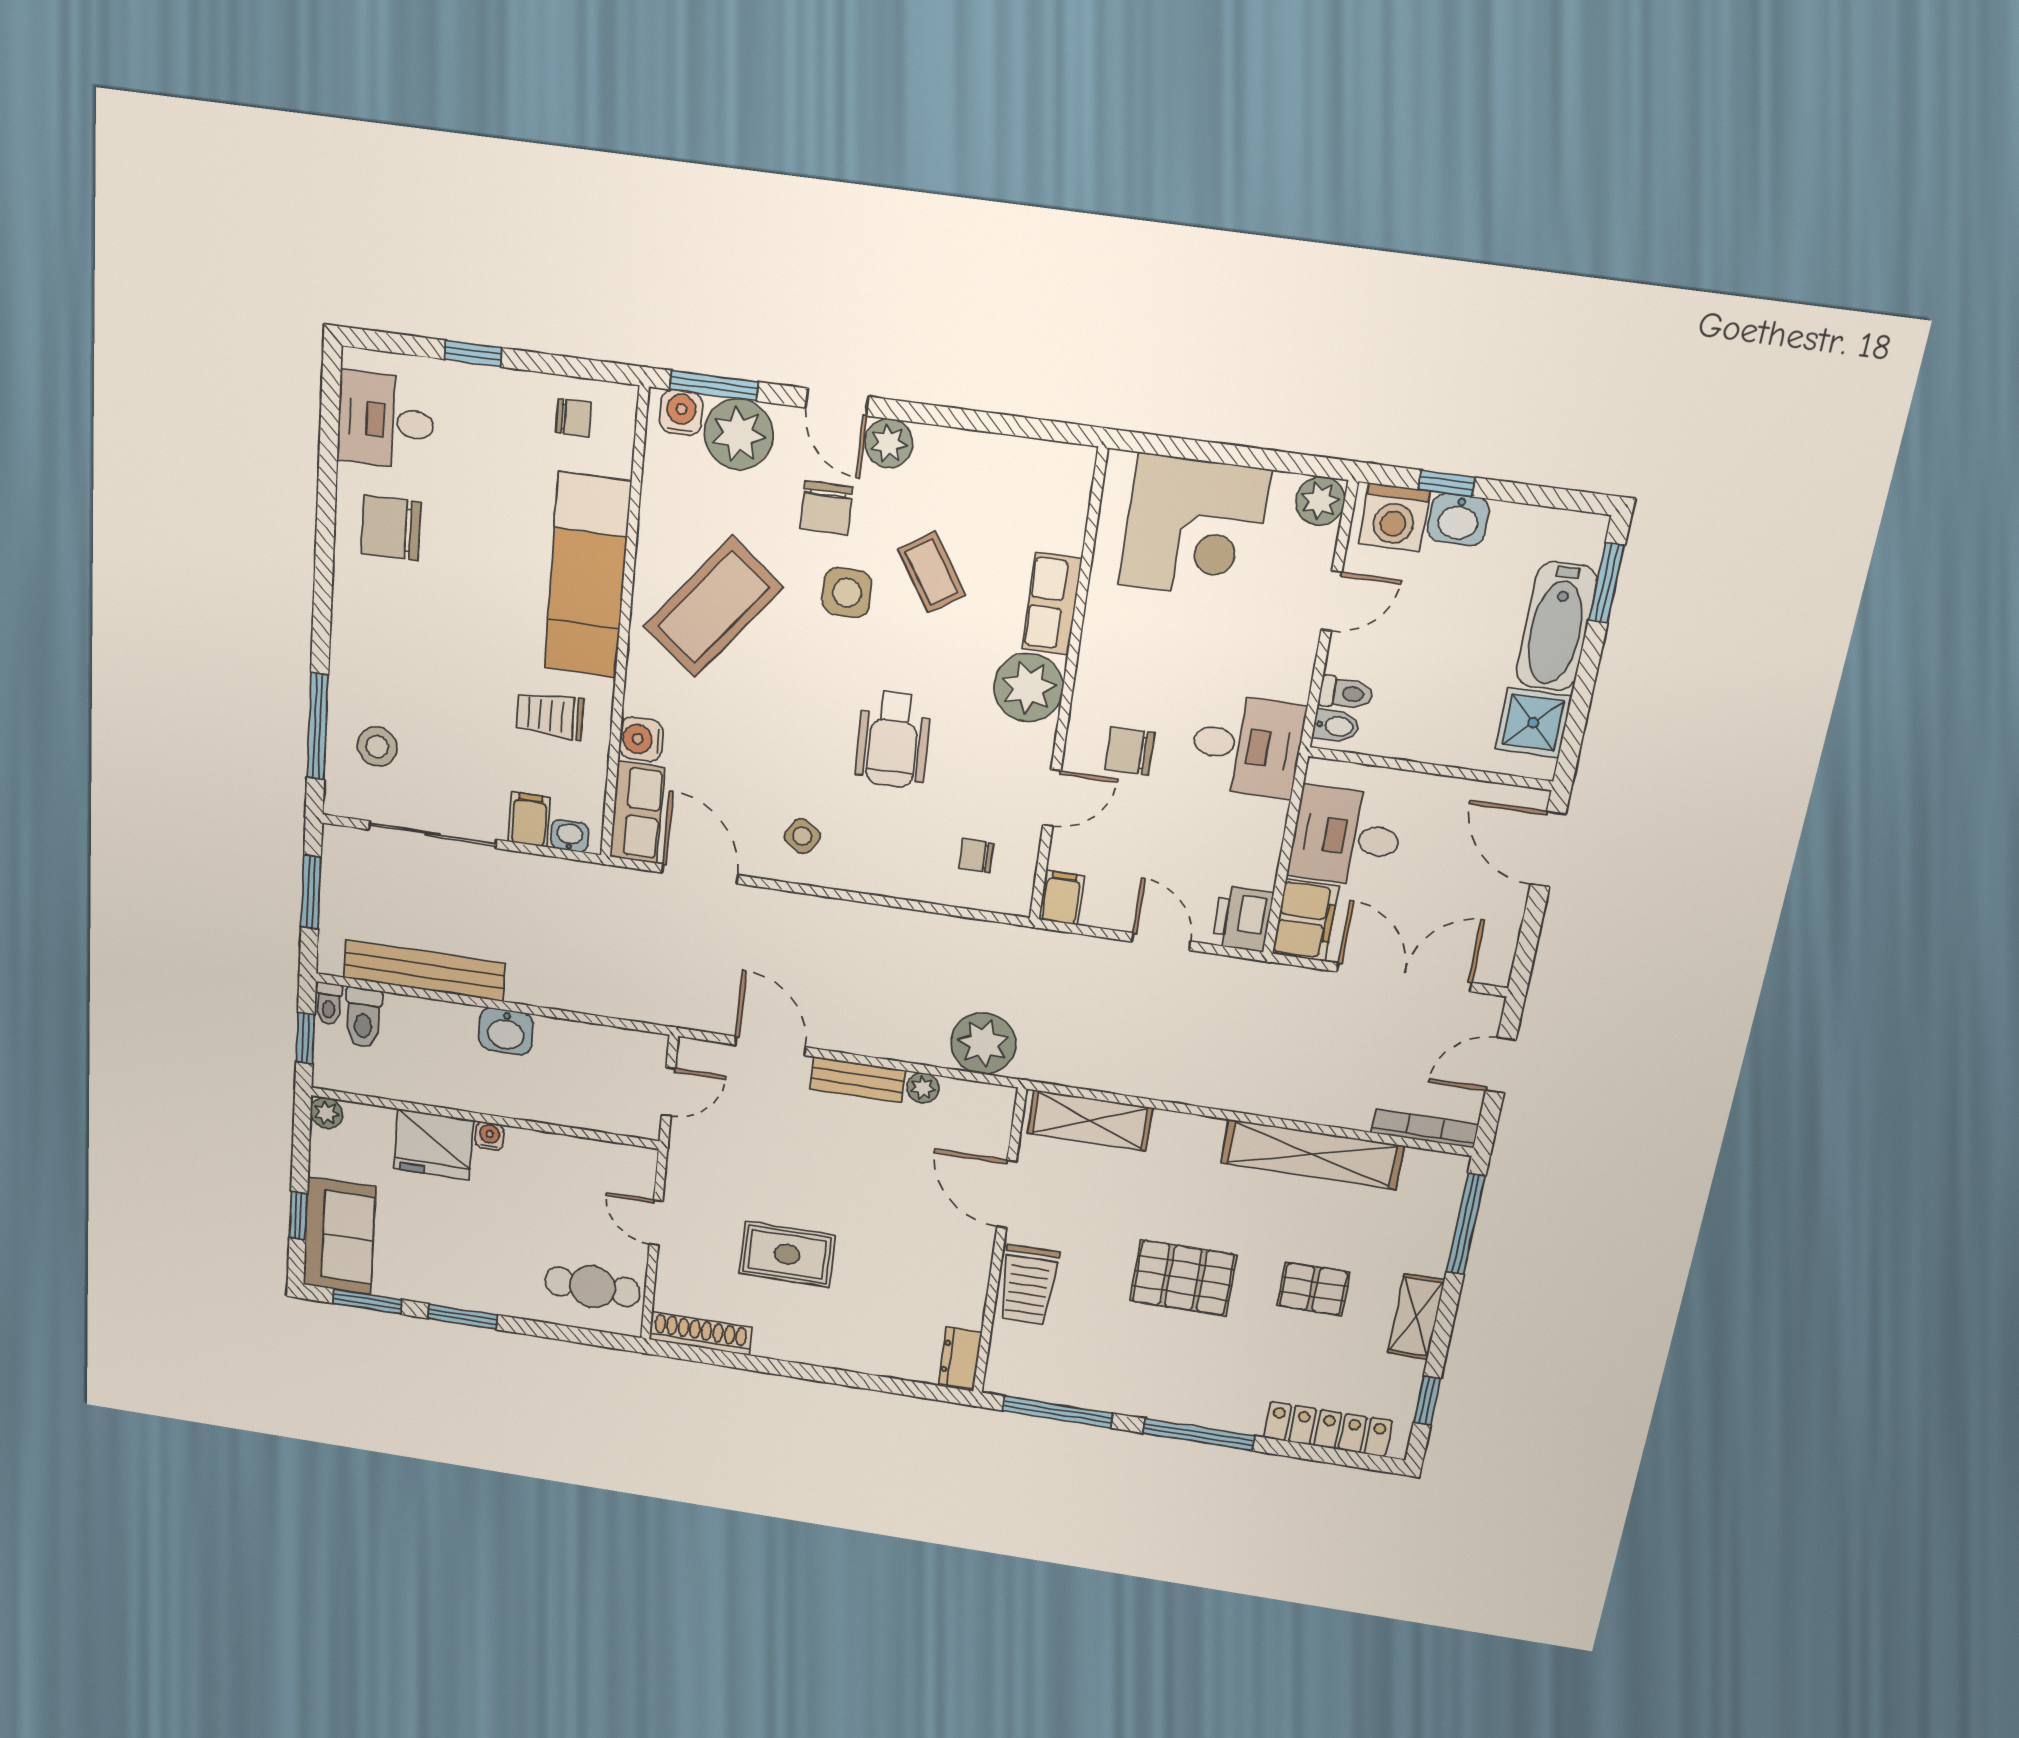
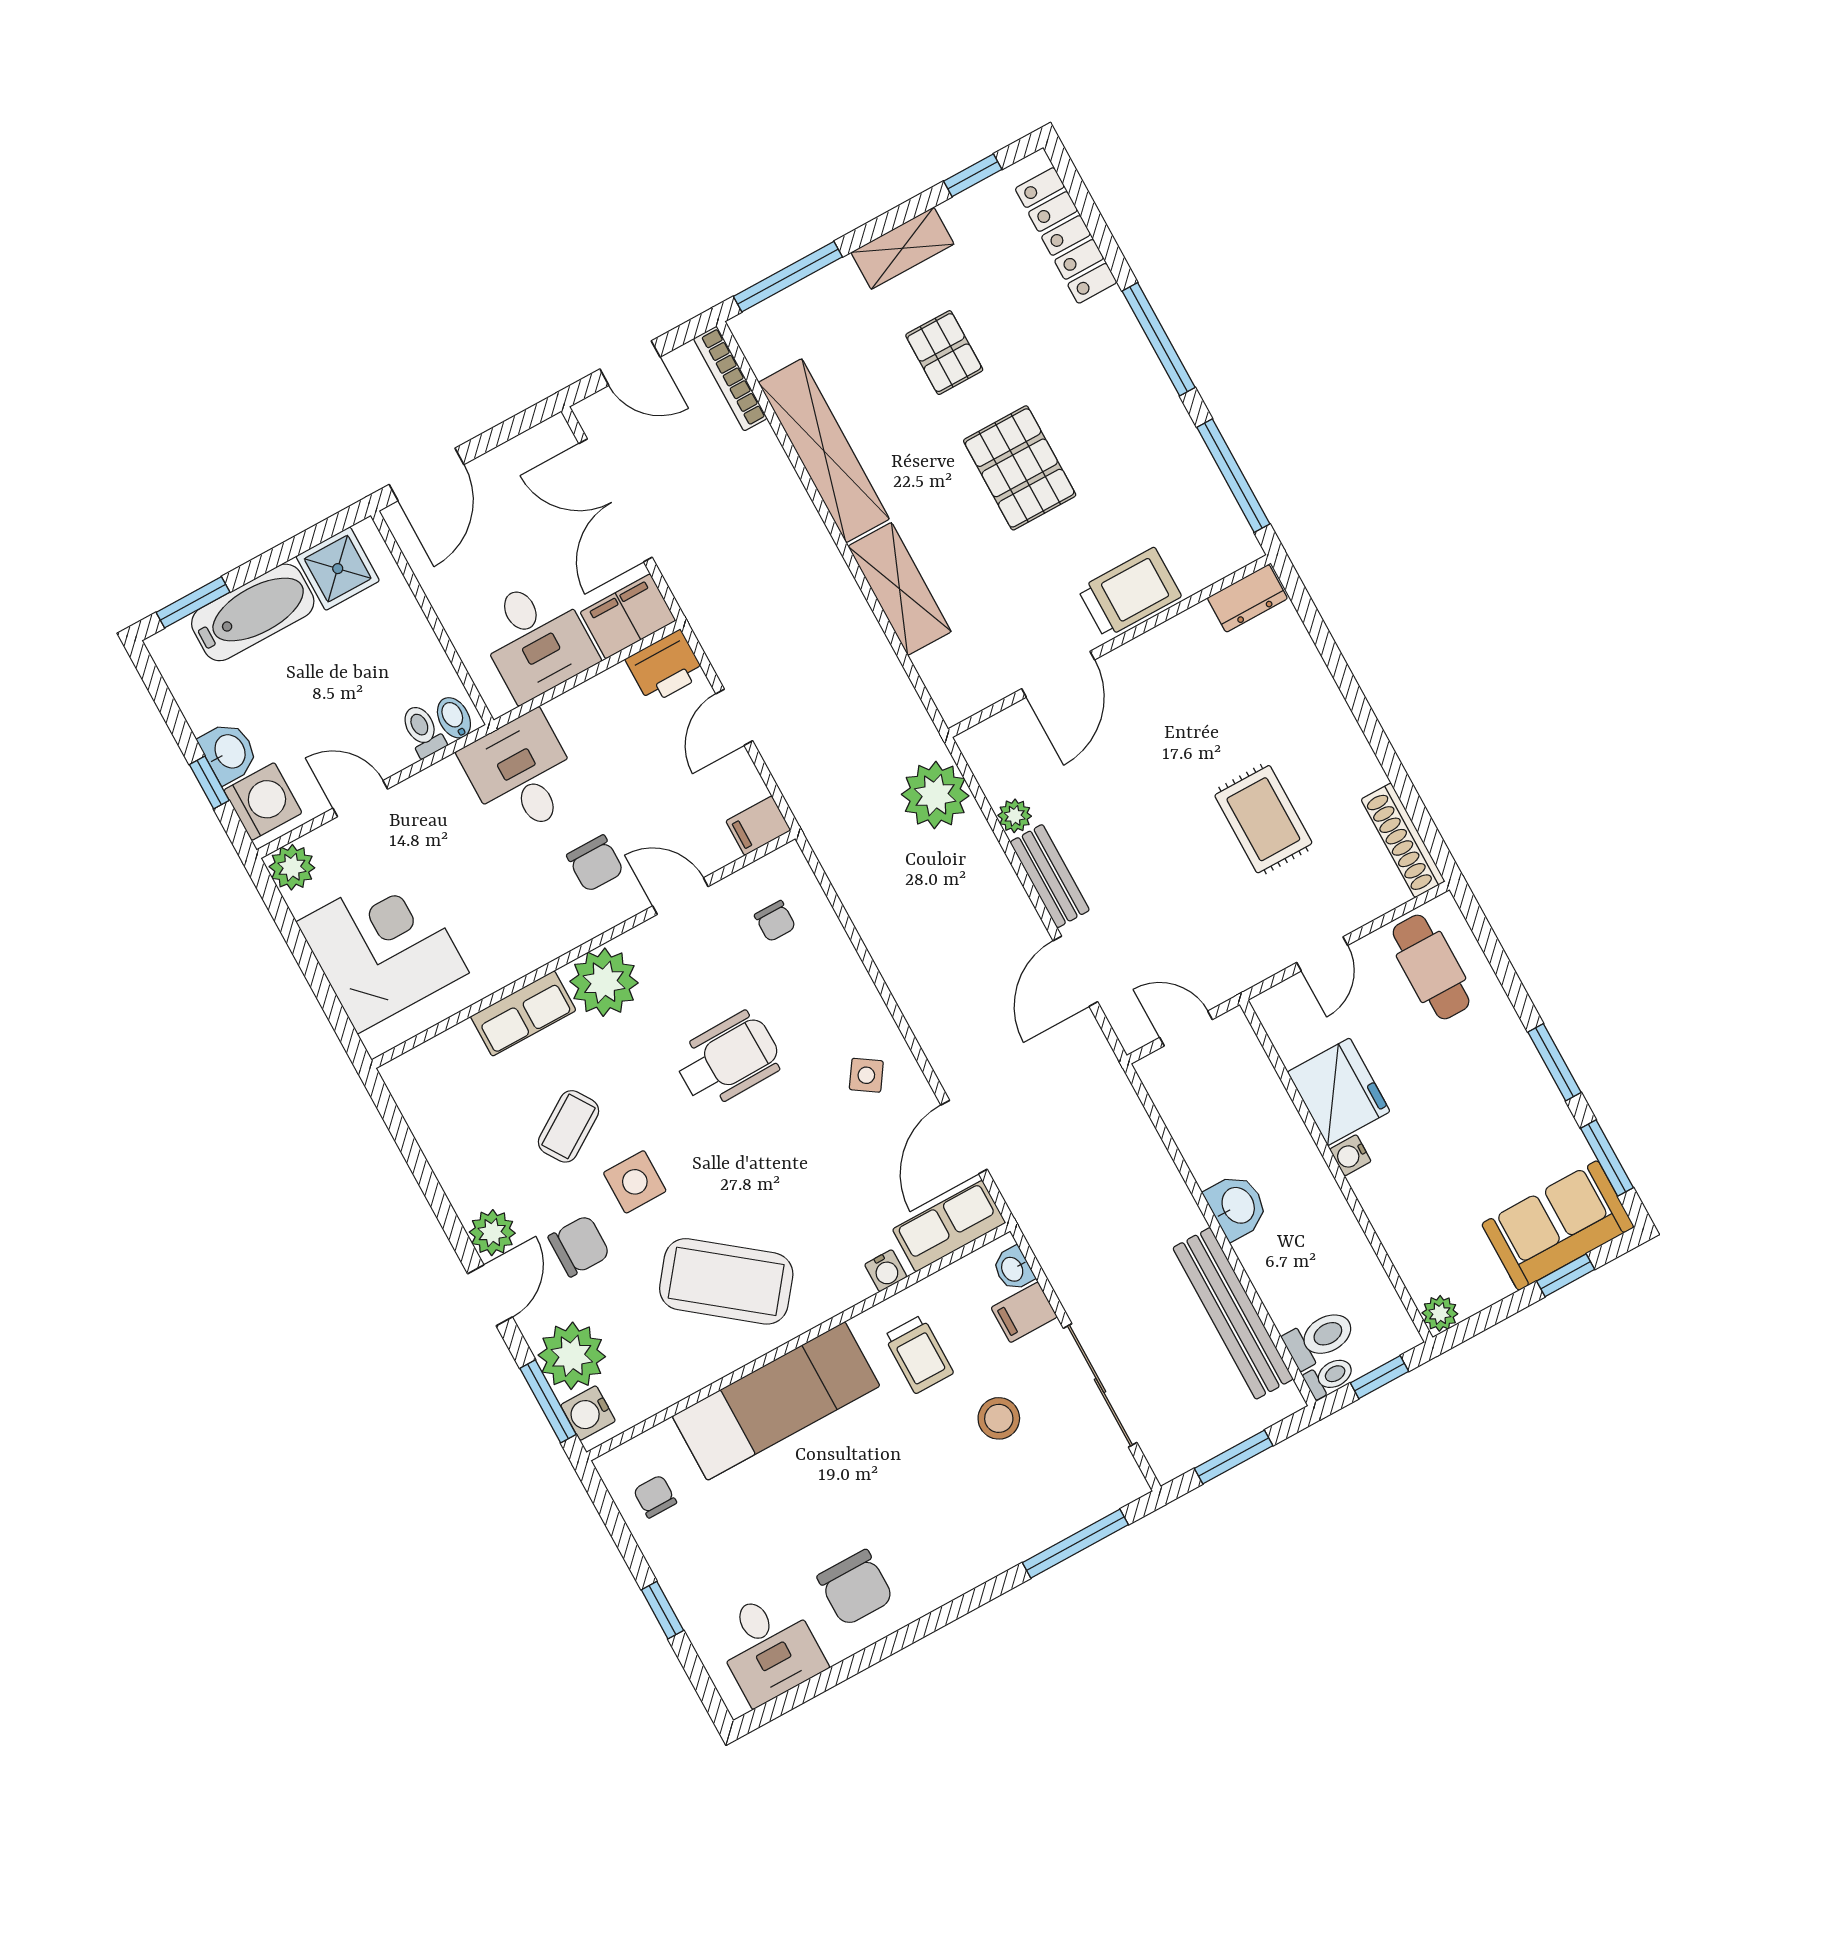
water cooler: (641, 739) -> (886, 1271), width x0.72, depth x0.72
stool: (377, 747) -> (999, 1418), moved
shelving: (1090, 1121) -> (900, 589), moved
fridge: (433, 1144) -> (1339, 1092), moved

